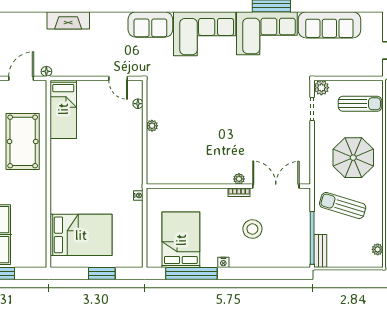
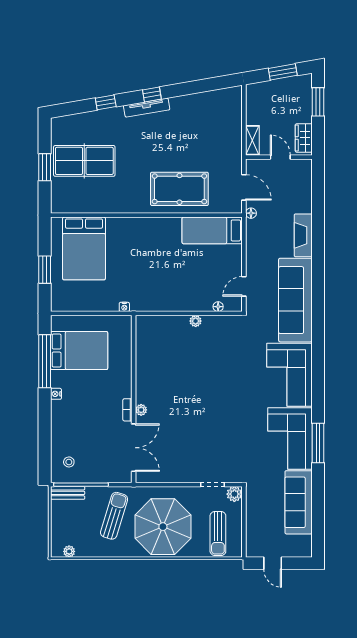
sofa: (150, 24) -> (295, 300), width x1.85, depth x1.27
parasol: (353, 158) -> (163, 527), width x1.36, depth x1.36
stool: (252, 229) -> (69, 462), moved, width x0.53, depth x0.53

